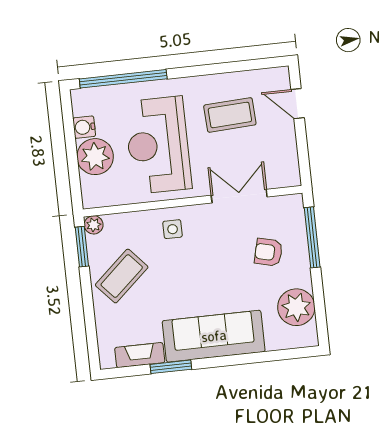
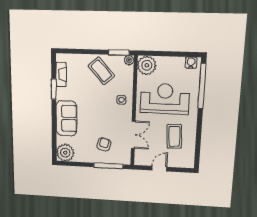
door: (298, 104) -> (159, 169), moved
water cooler: (84, 127) -> (191, 63), moved
plant: (95, 157) -> (147, 65), moved
plant: (296, 307) -> (65, 153), moved
sofa: (214, 336) -> (66, 118), width x0.73

